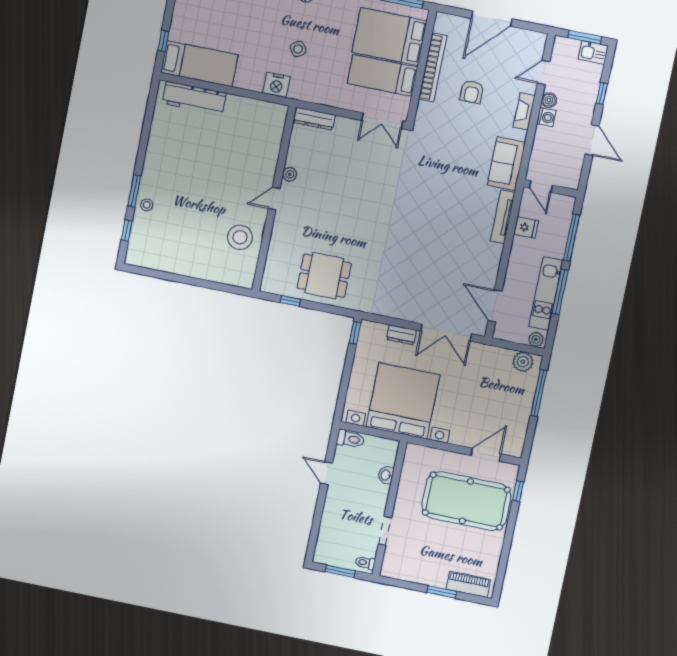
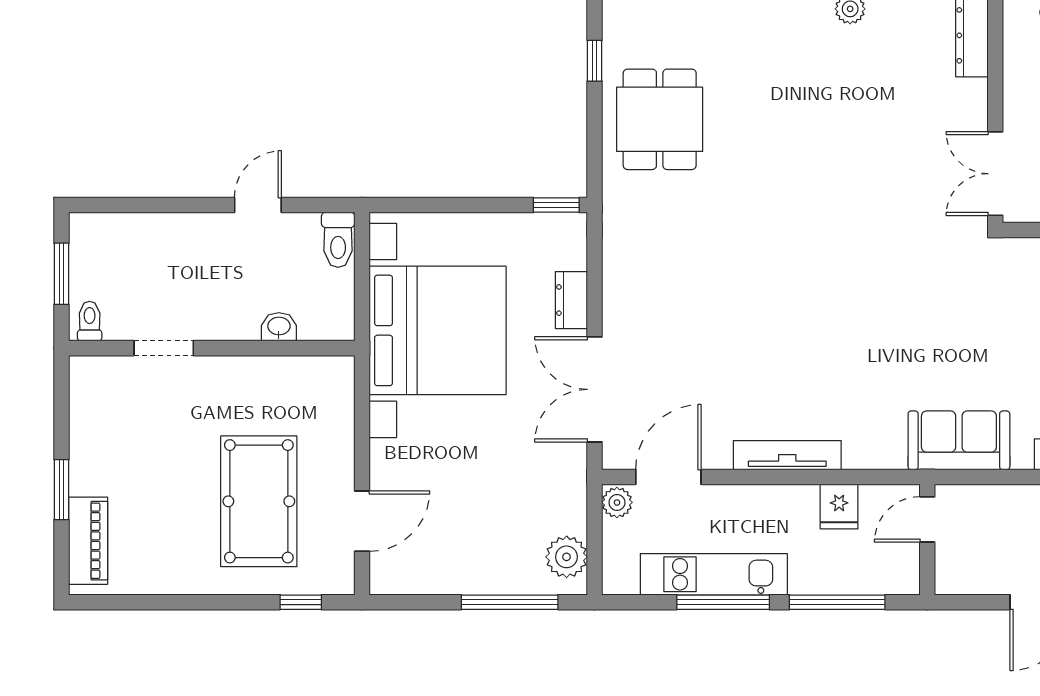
tv unit: (503, 217) -> (787, 455), moved
plant: (536, 339) -> (617, 502), moved
door: (486, 455) -> (362, 521), hinge flipped
pool table: (466, 501) -> (259, 501), width x0.73, depth x0.76

